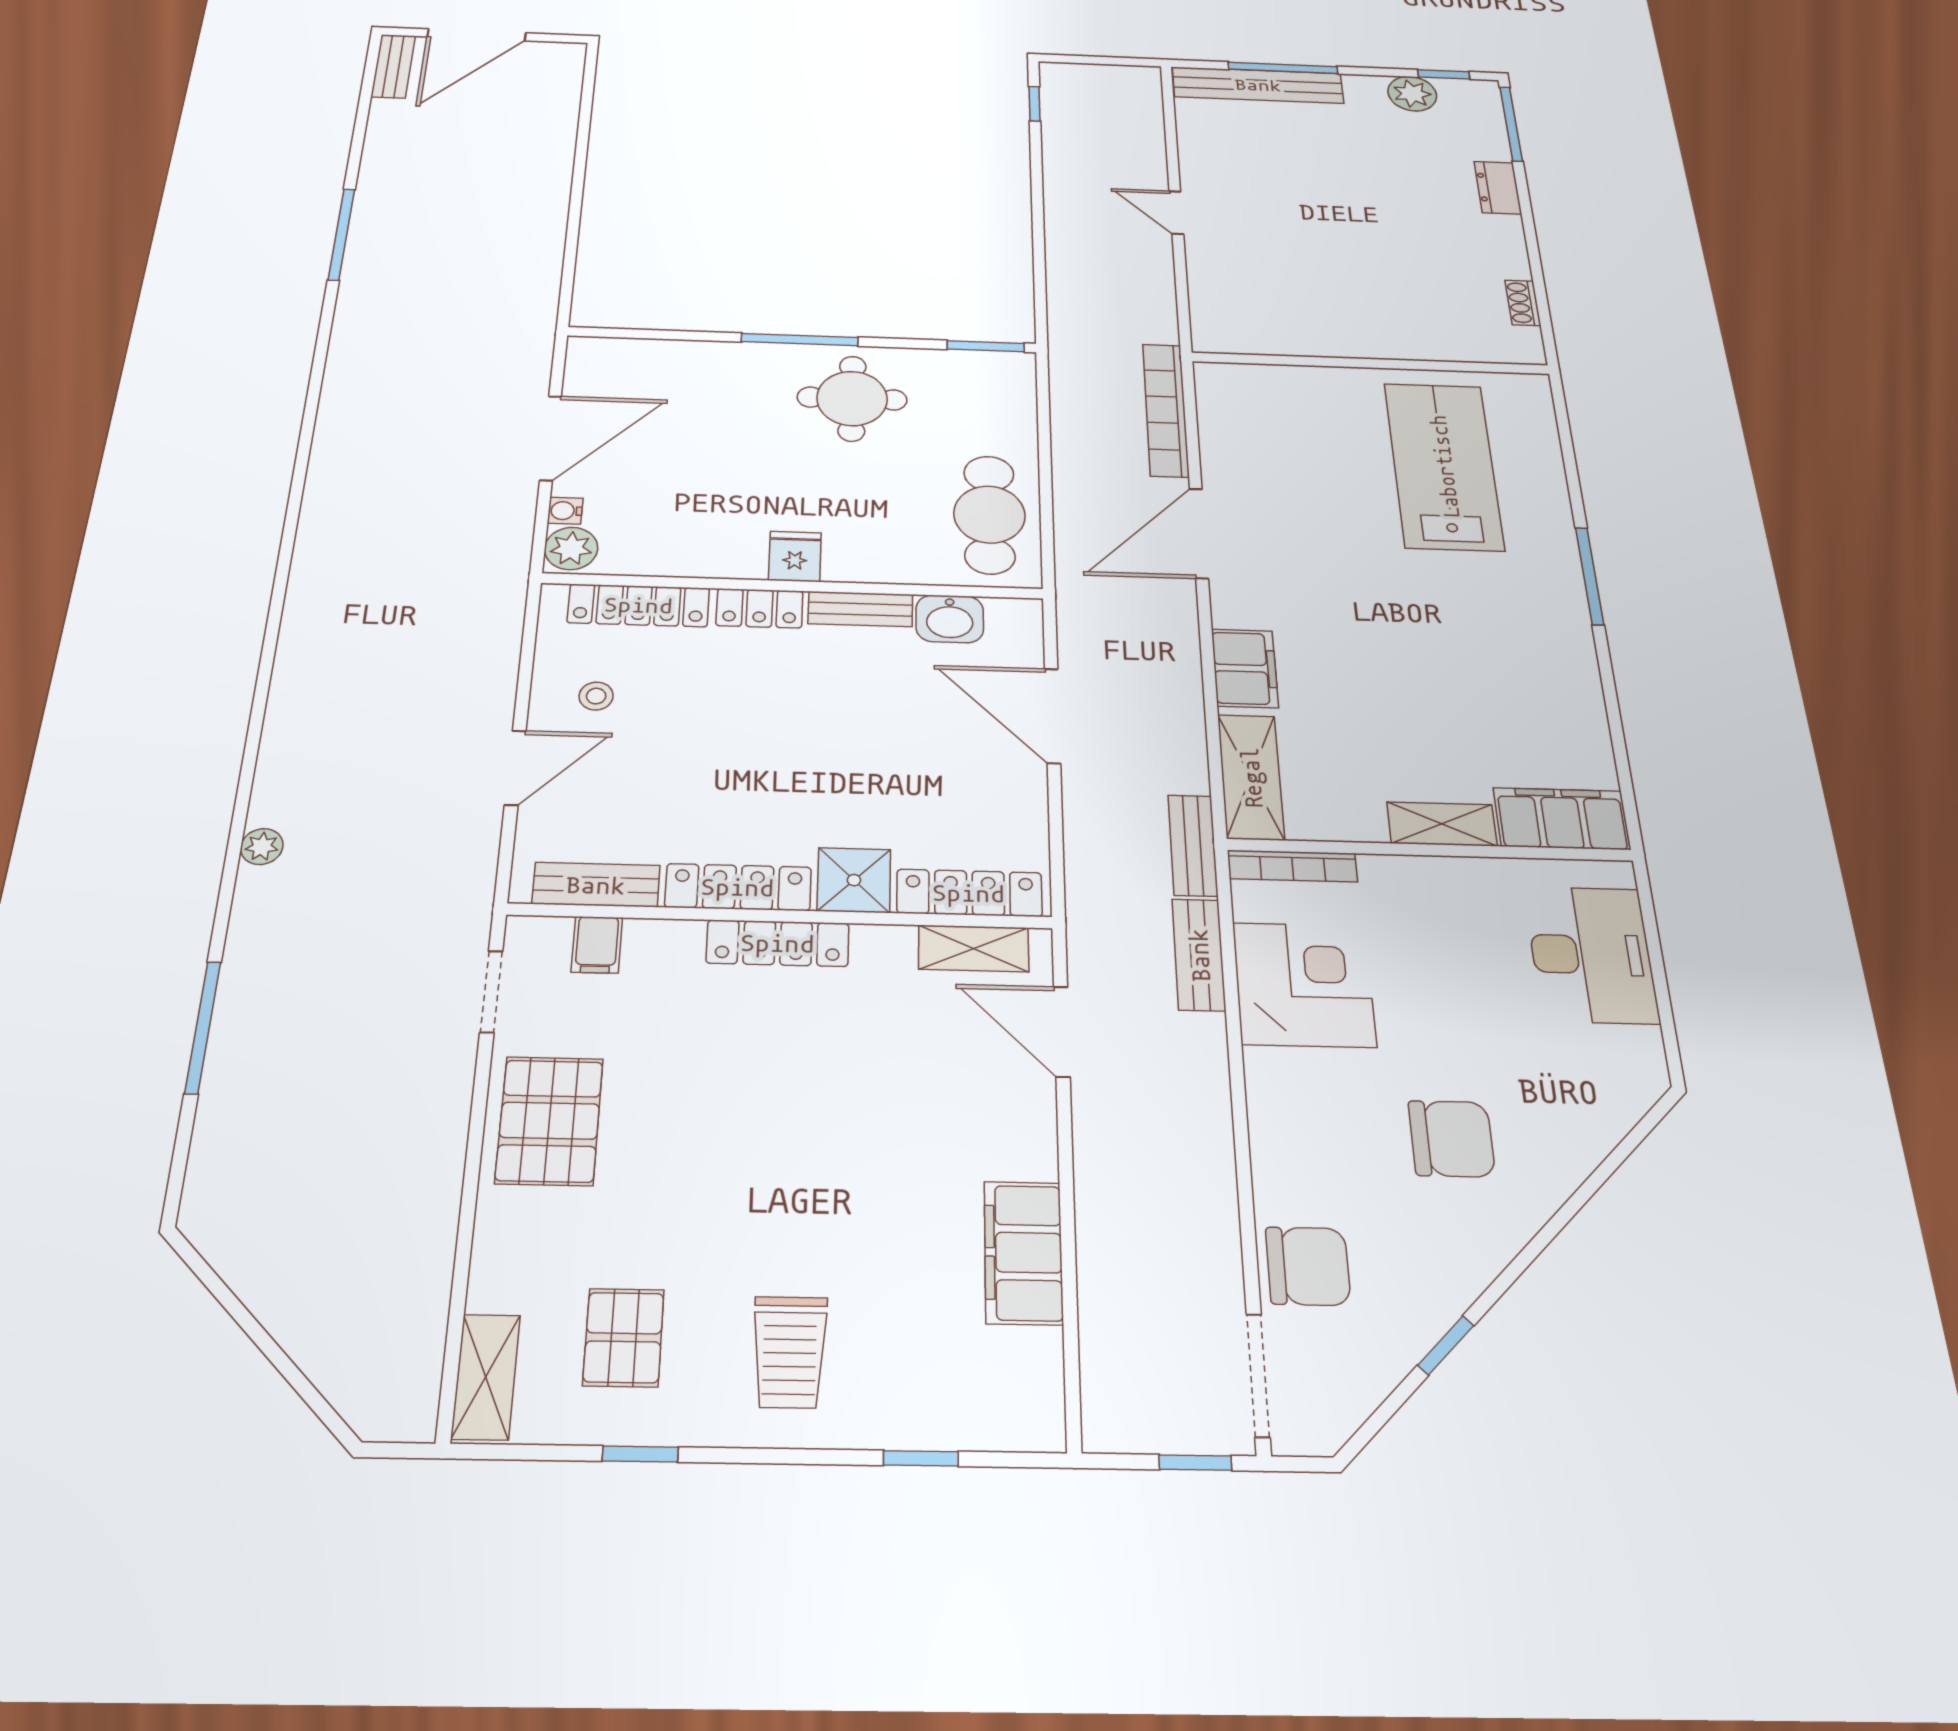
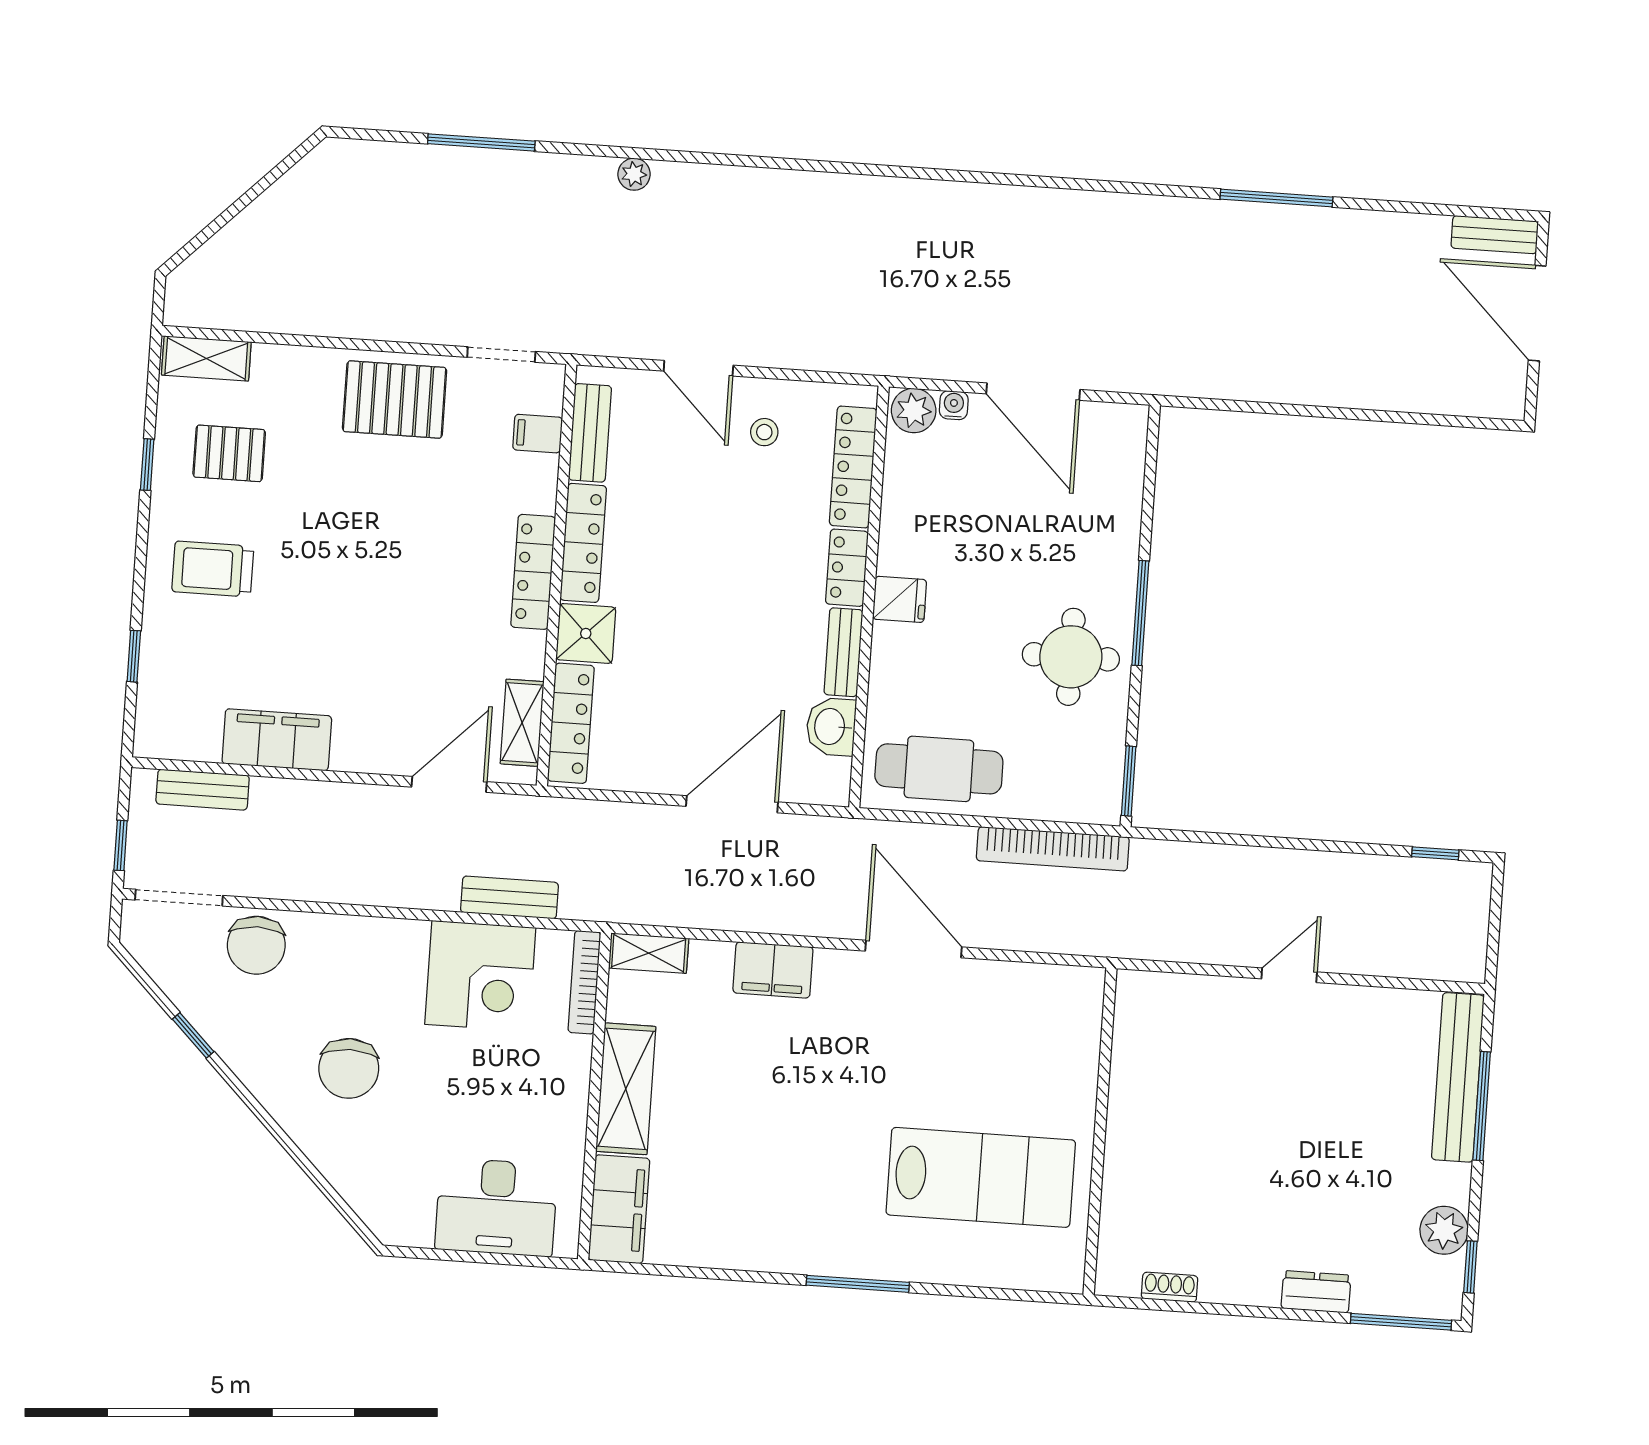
bookcase: (1166, 410) -> (1053, 849), moved, turned 180
shelving: (1251, 777) -> (649, 953), width x0.67, depth x0.75
shelving: (1442, 824) -> (626, 1089), width x1.50, depth x1.33
bench: (1193, 845) -> (203, 790), moved

